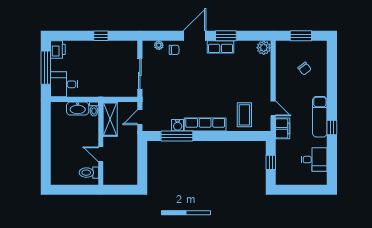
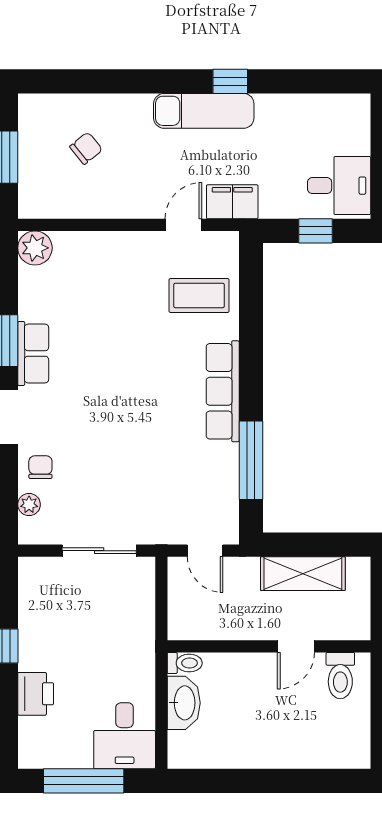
printer: (58, 49) -> (36, 694), moved, turned 90
shelving: (110, 119) -> (303, 574), moved
water cooler: (178, 125) -> (225, 459), removed
desk: (314, 160) -> (339, 186), moved, turned 90

